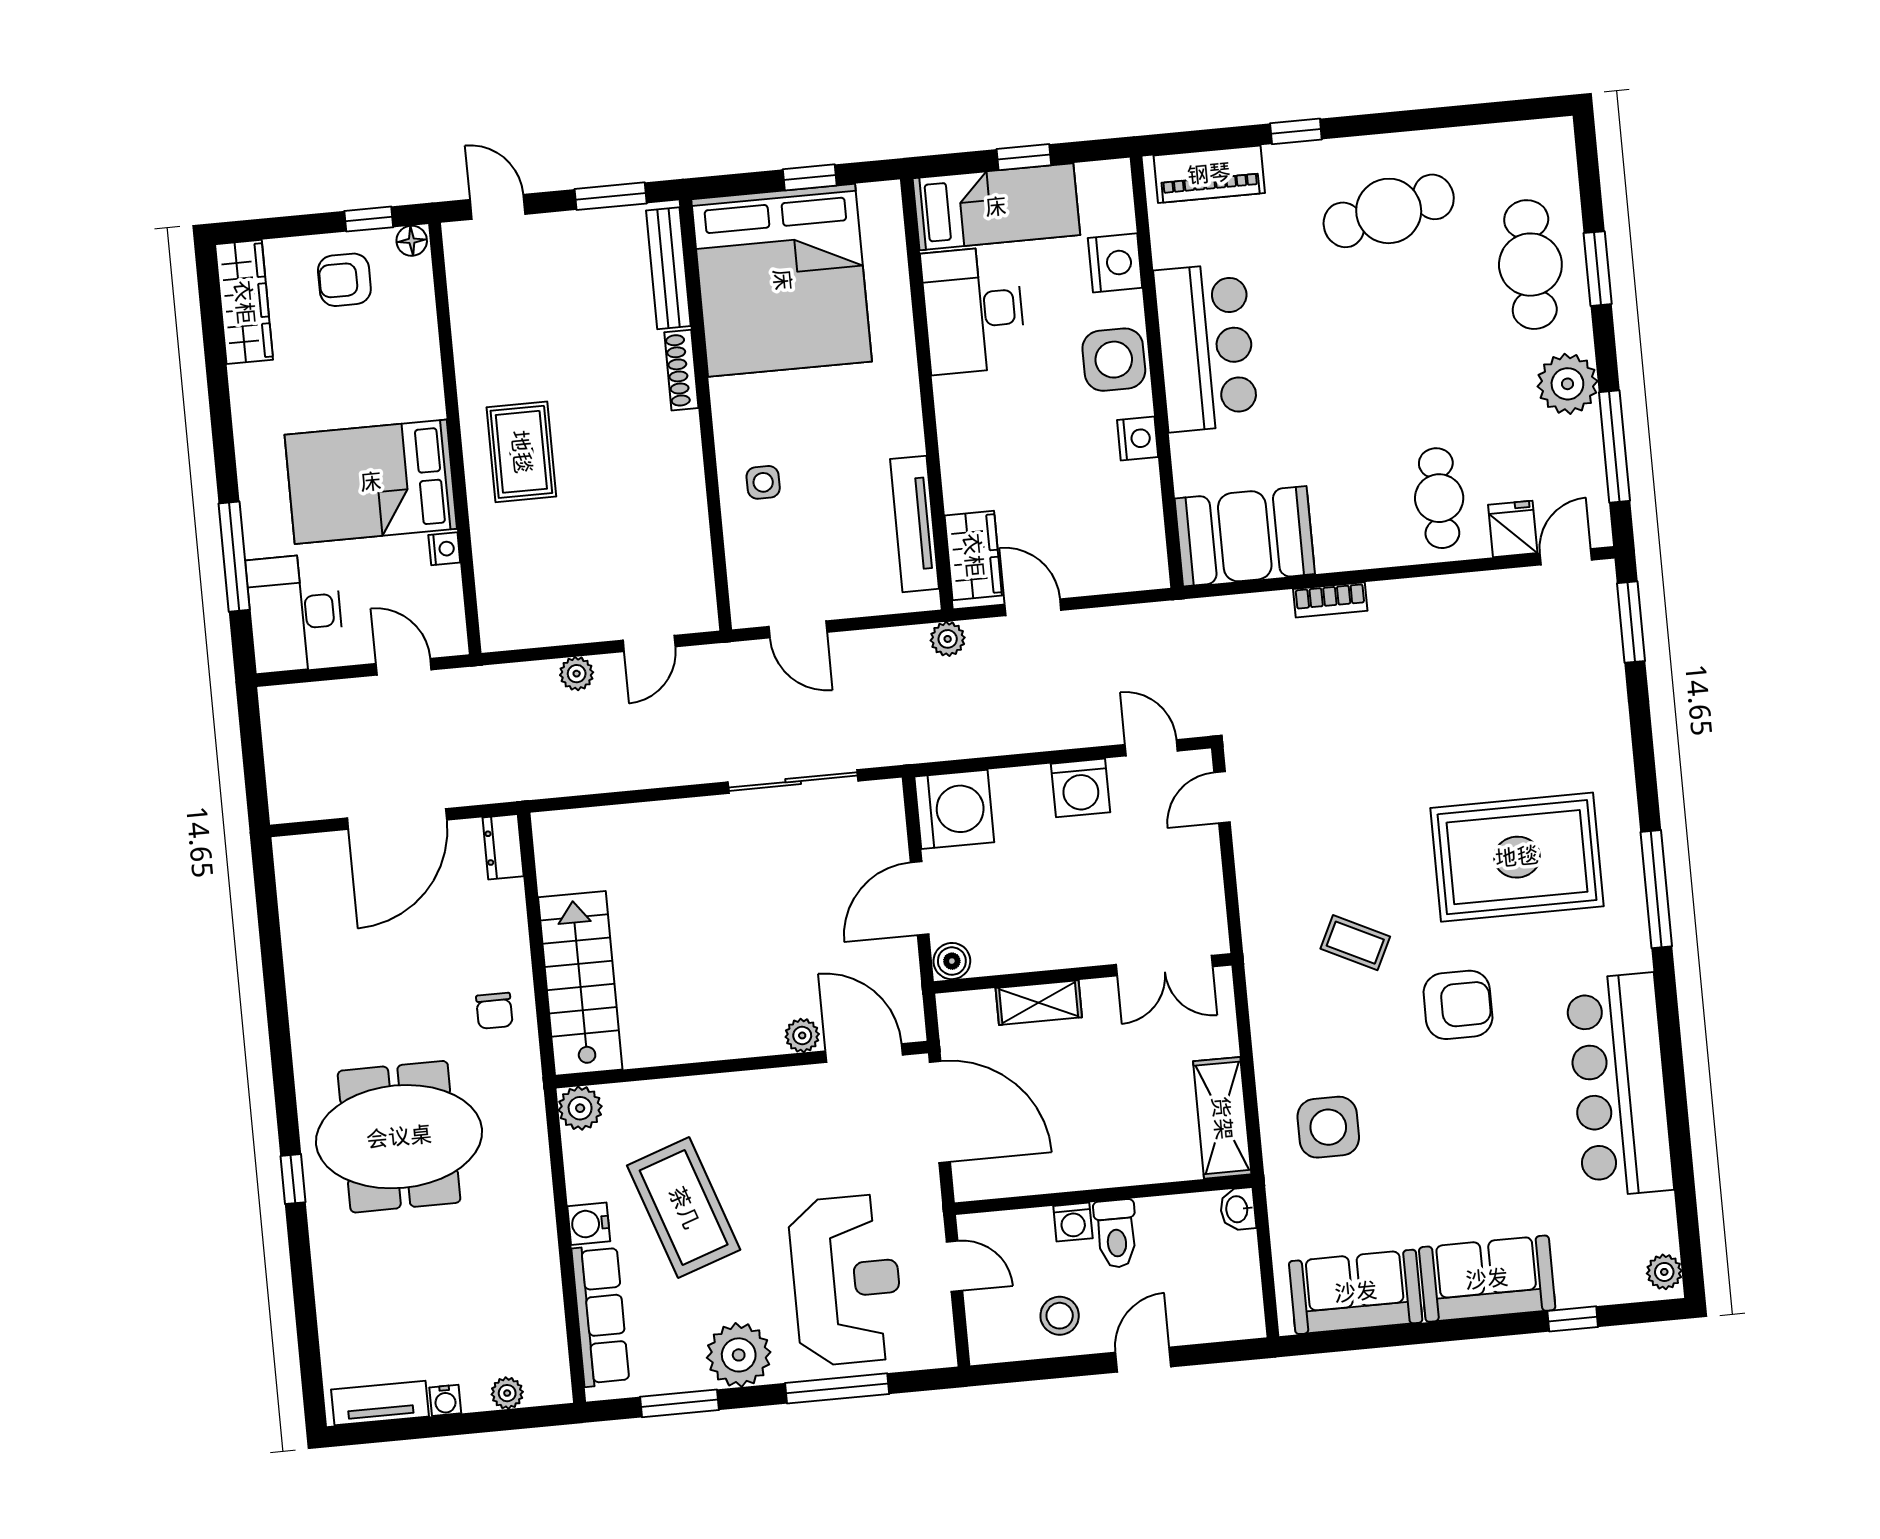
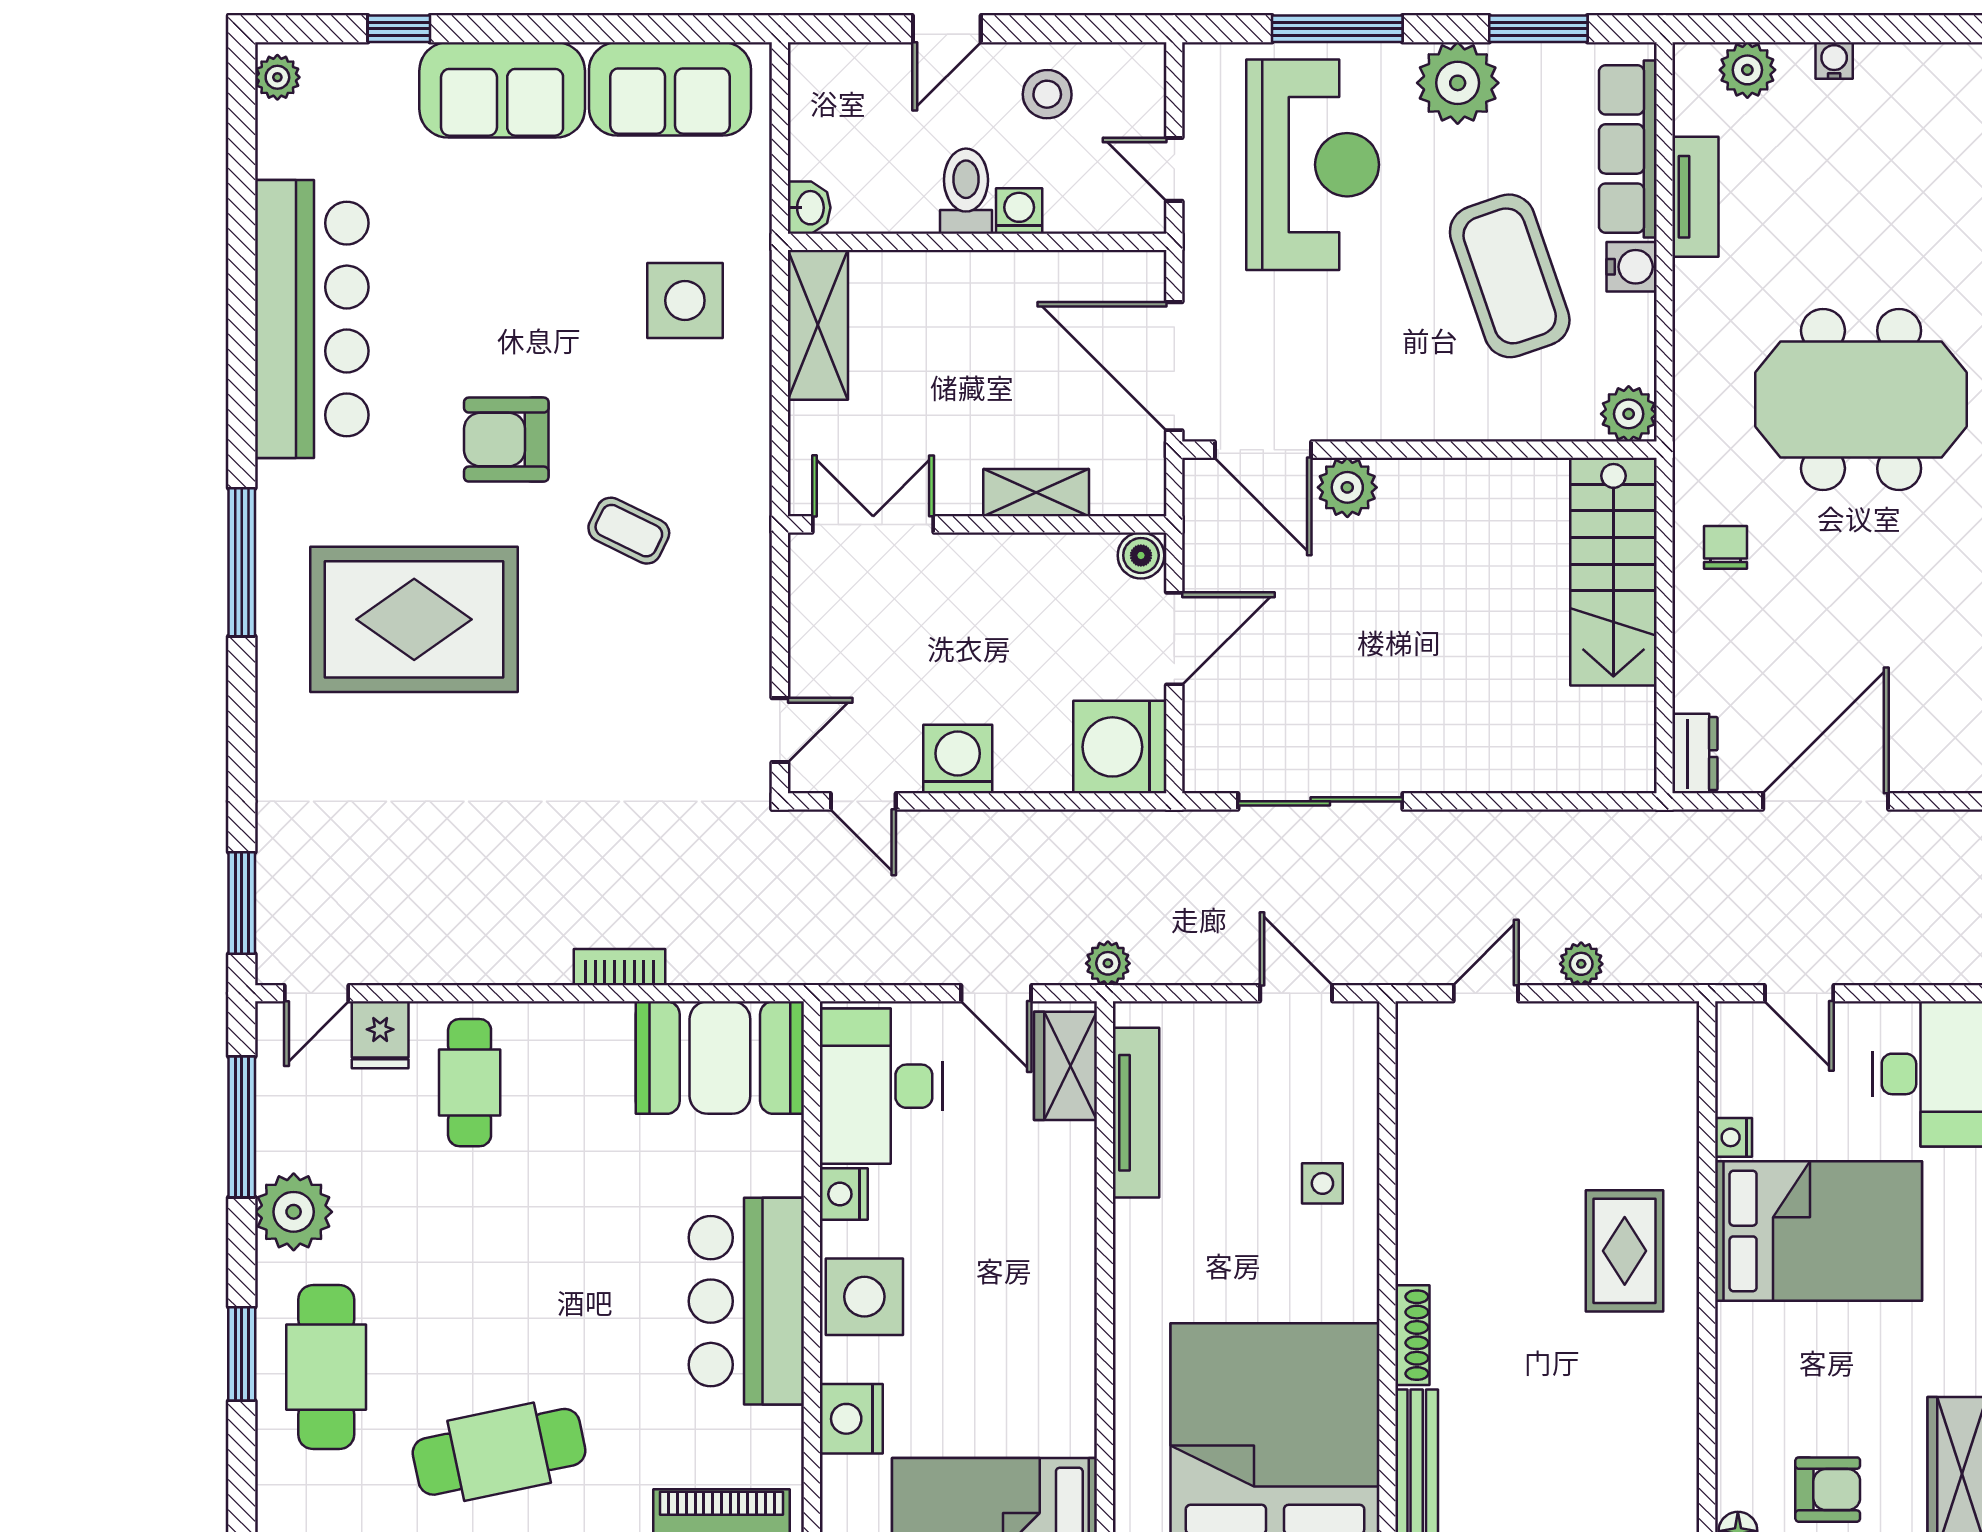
desk: (973, 310) -> (881, 1086), moved, turned 180
plant: (802, 1035) -> (1347, 487), width x1.38, depth x1.38
reception desk: (846, 1280) -> (1313, 165), turned 180
plant: (507, 1393) -> (1747, 70), width x1.38, depth x1.38
tv unit: (380, 1403) -> (1695, 197), moved, turned -90

